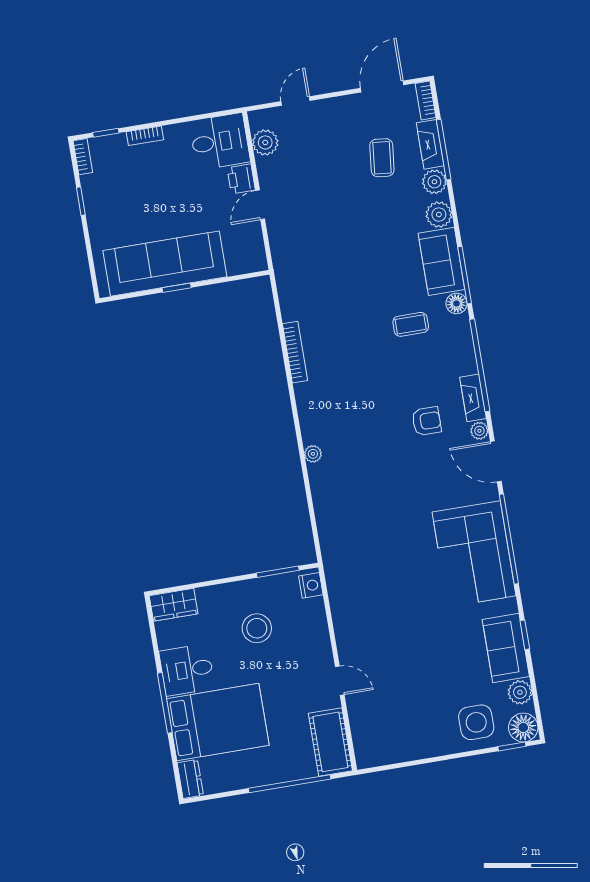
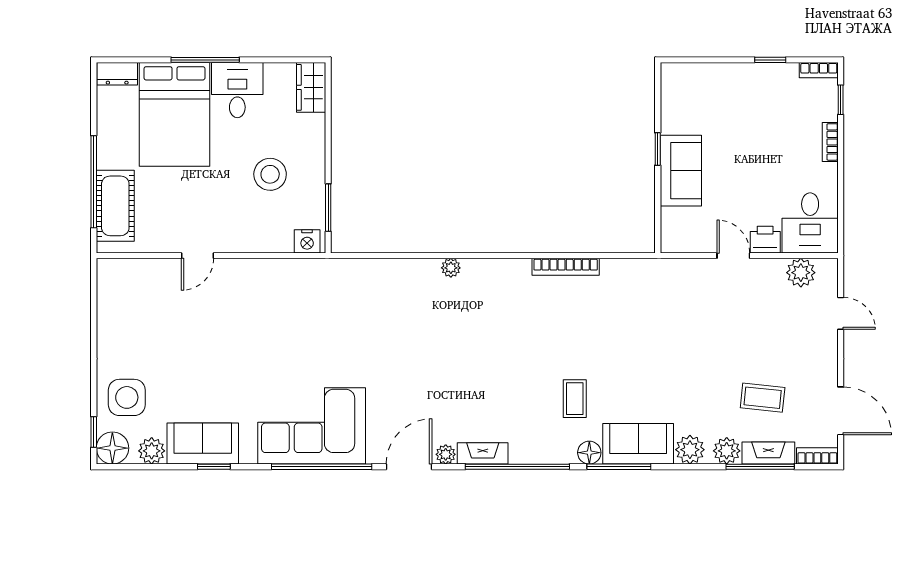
sofa: (165, 264) -> (681, 171), width x0.54, depth x0.79
armchair: (427, 421) -> (466, 398), removed
cot: (330, 742) -> (115, 206), moved, turned 90

